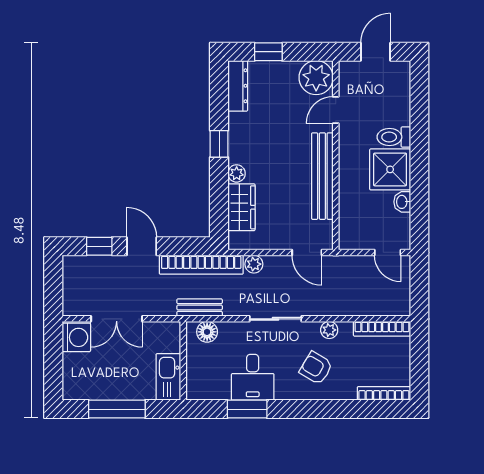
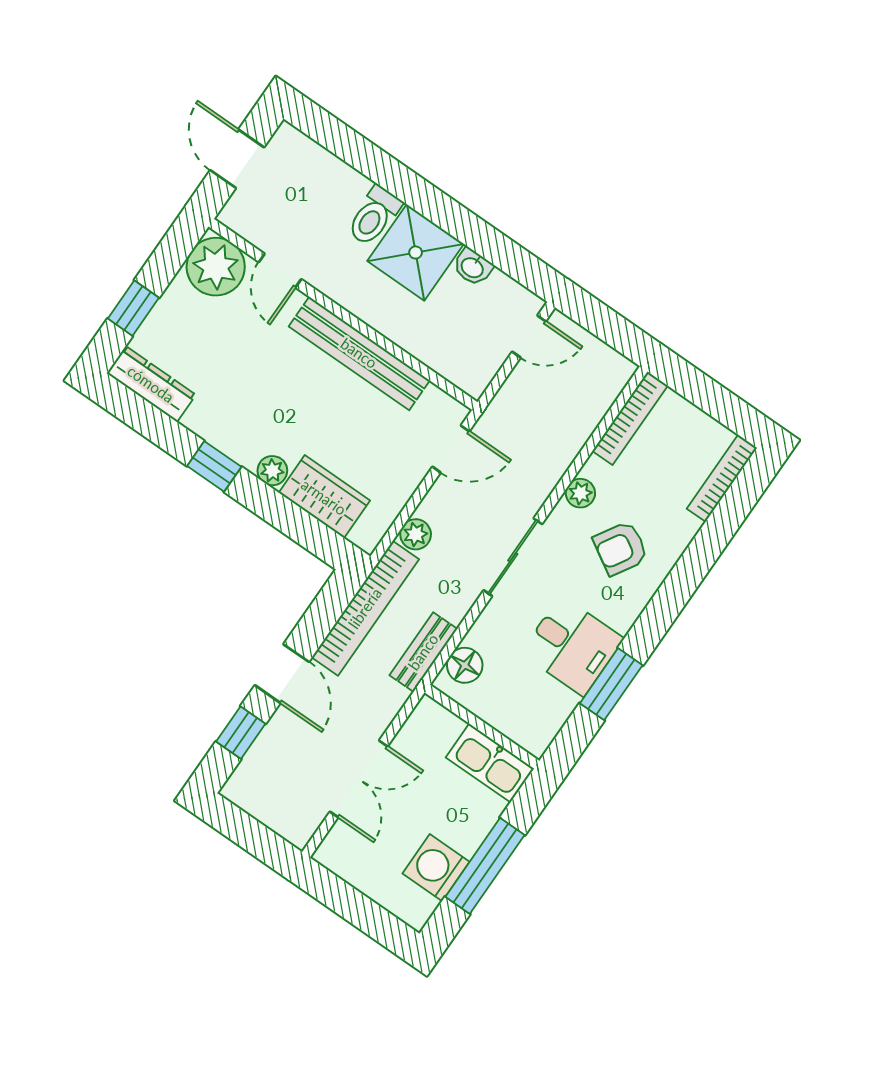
door: (142, 246) -> (282, 674), swing flipped
washing machine: (76, 337) -> (436, 868), moved, turned -90

